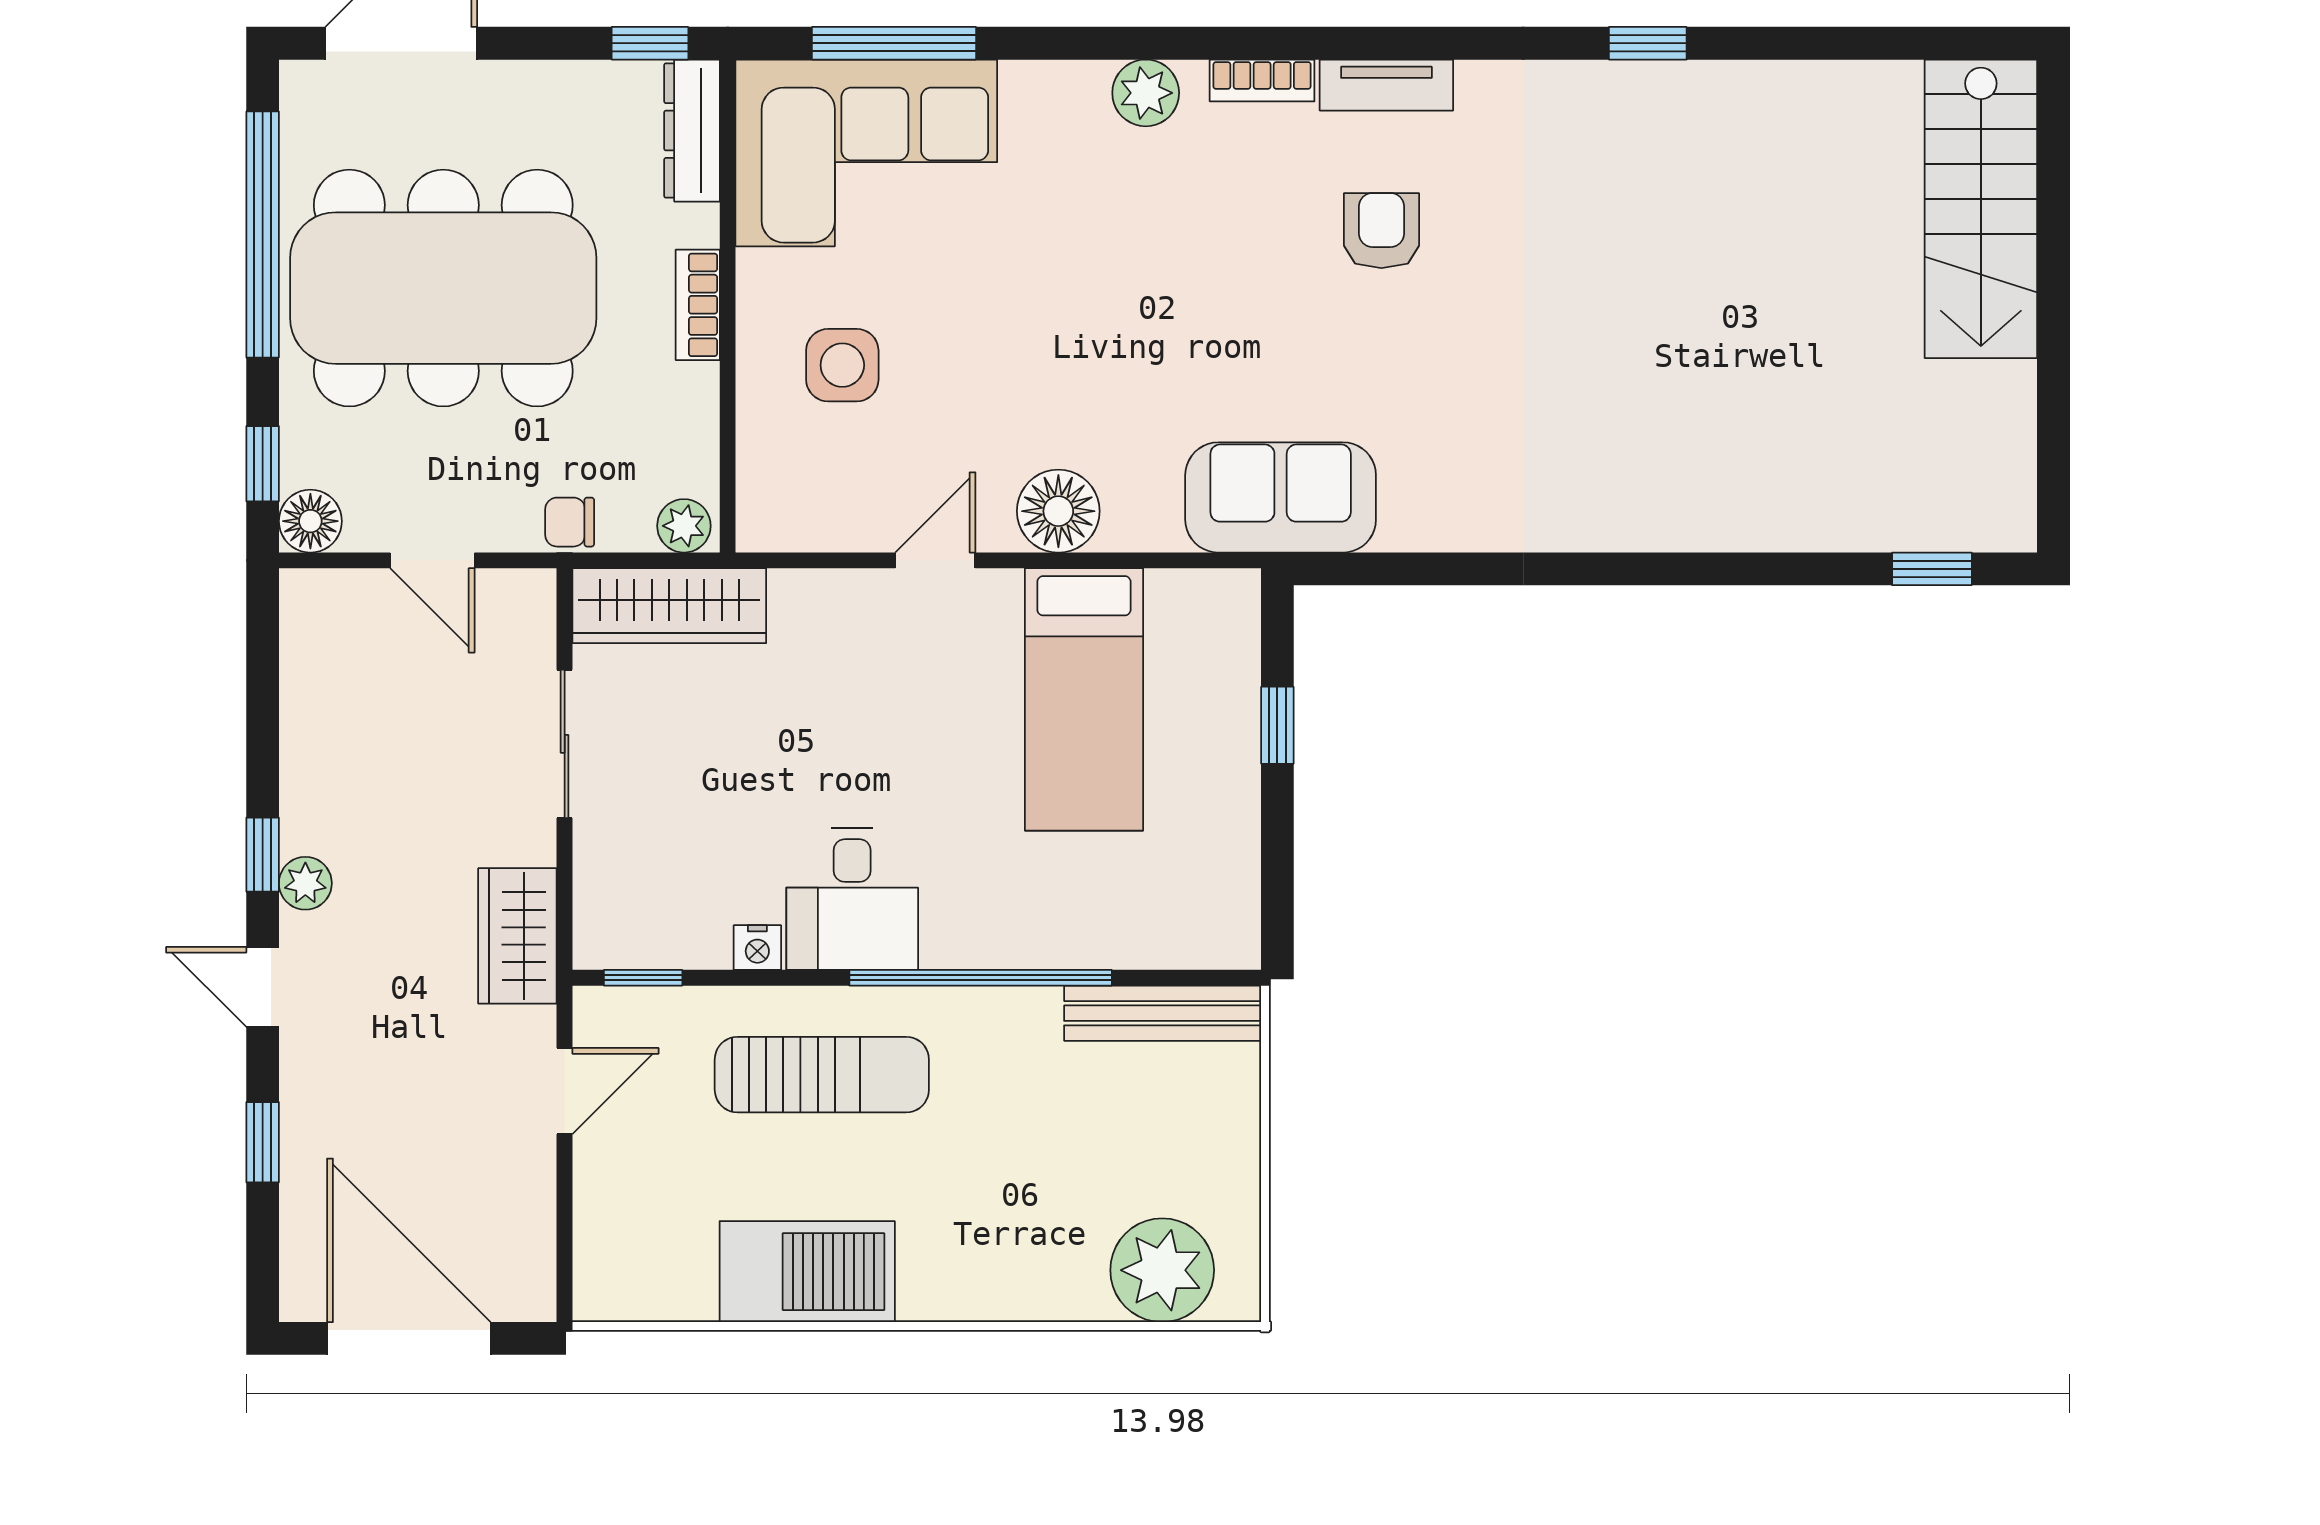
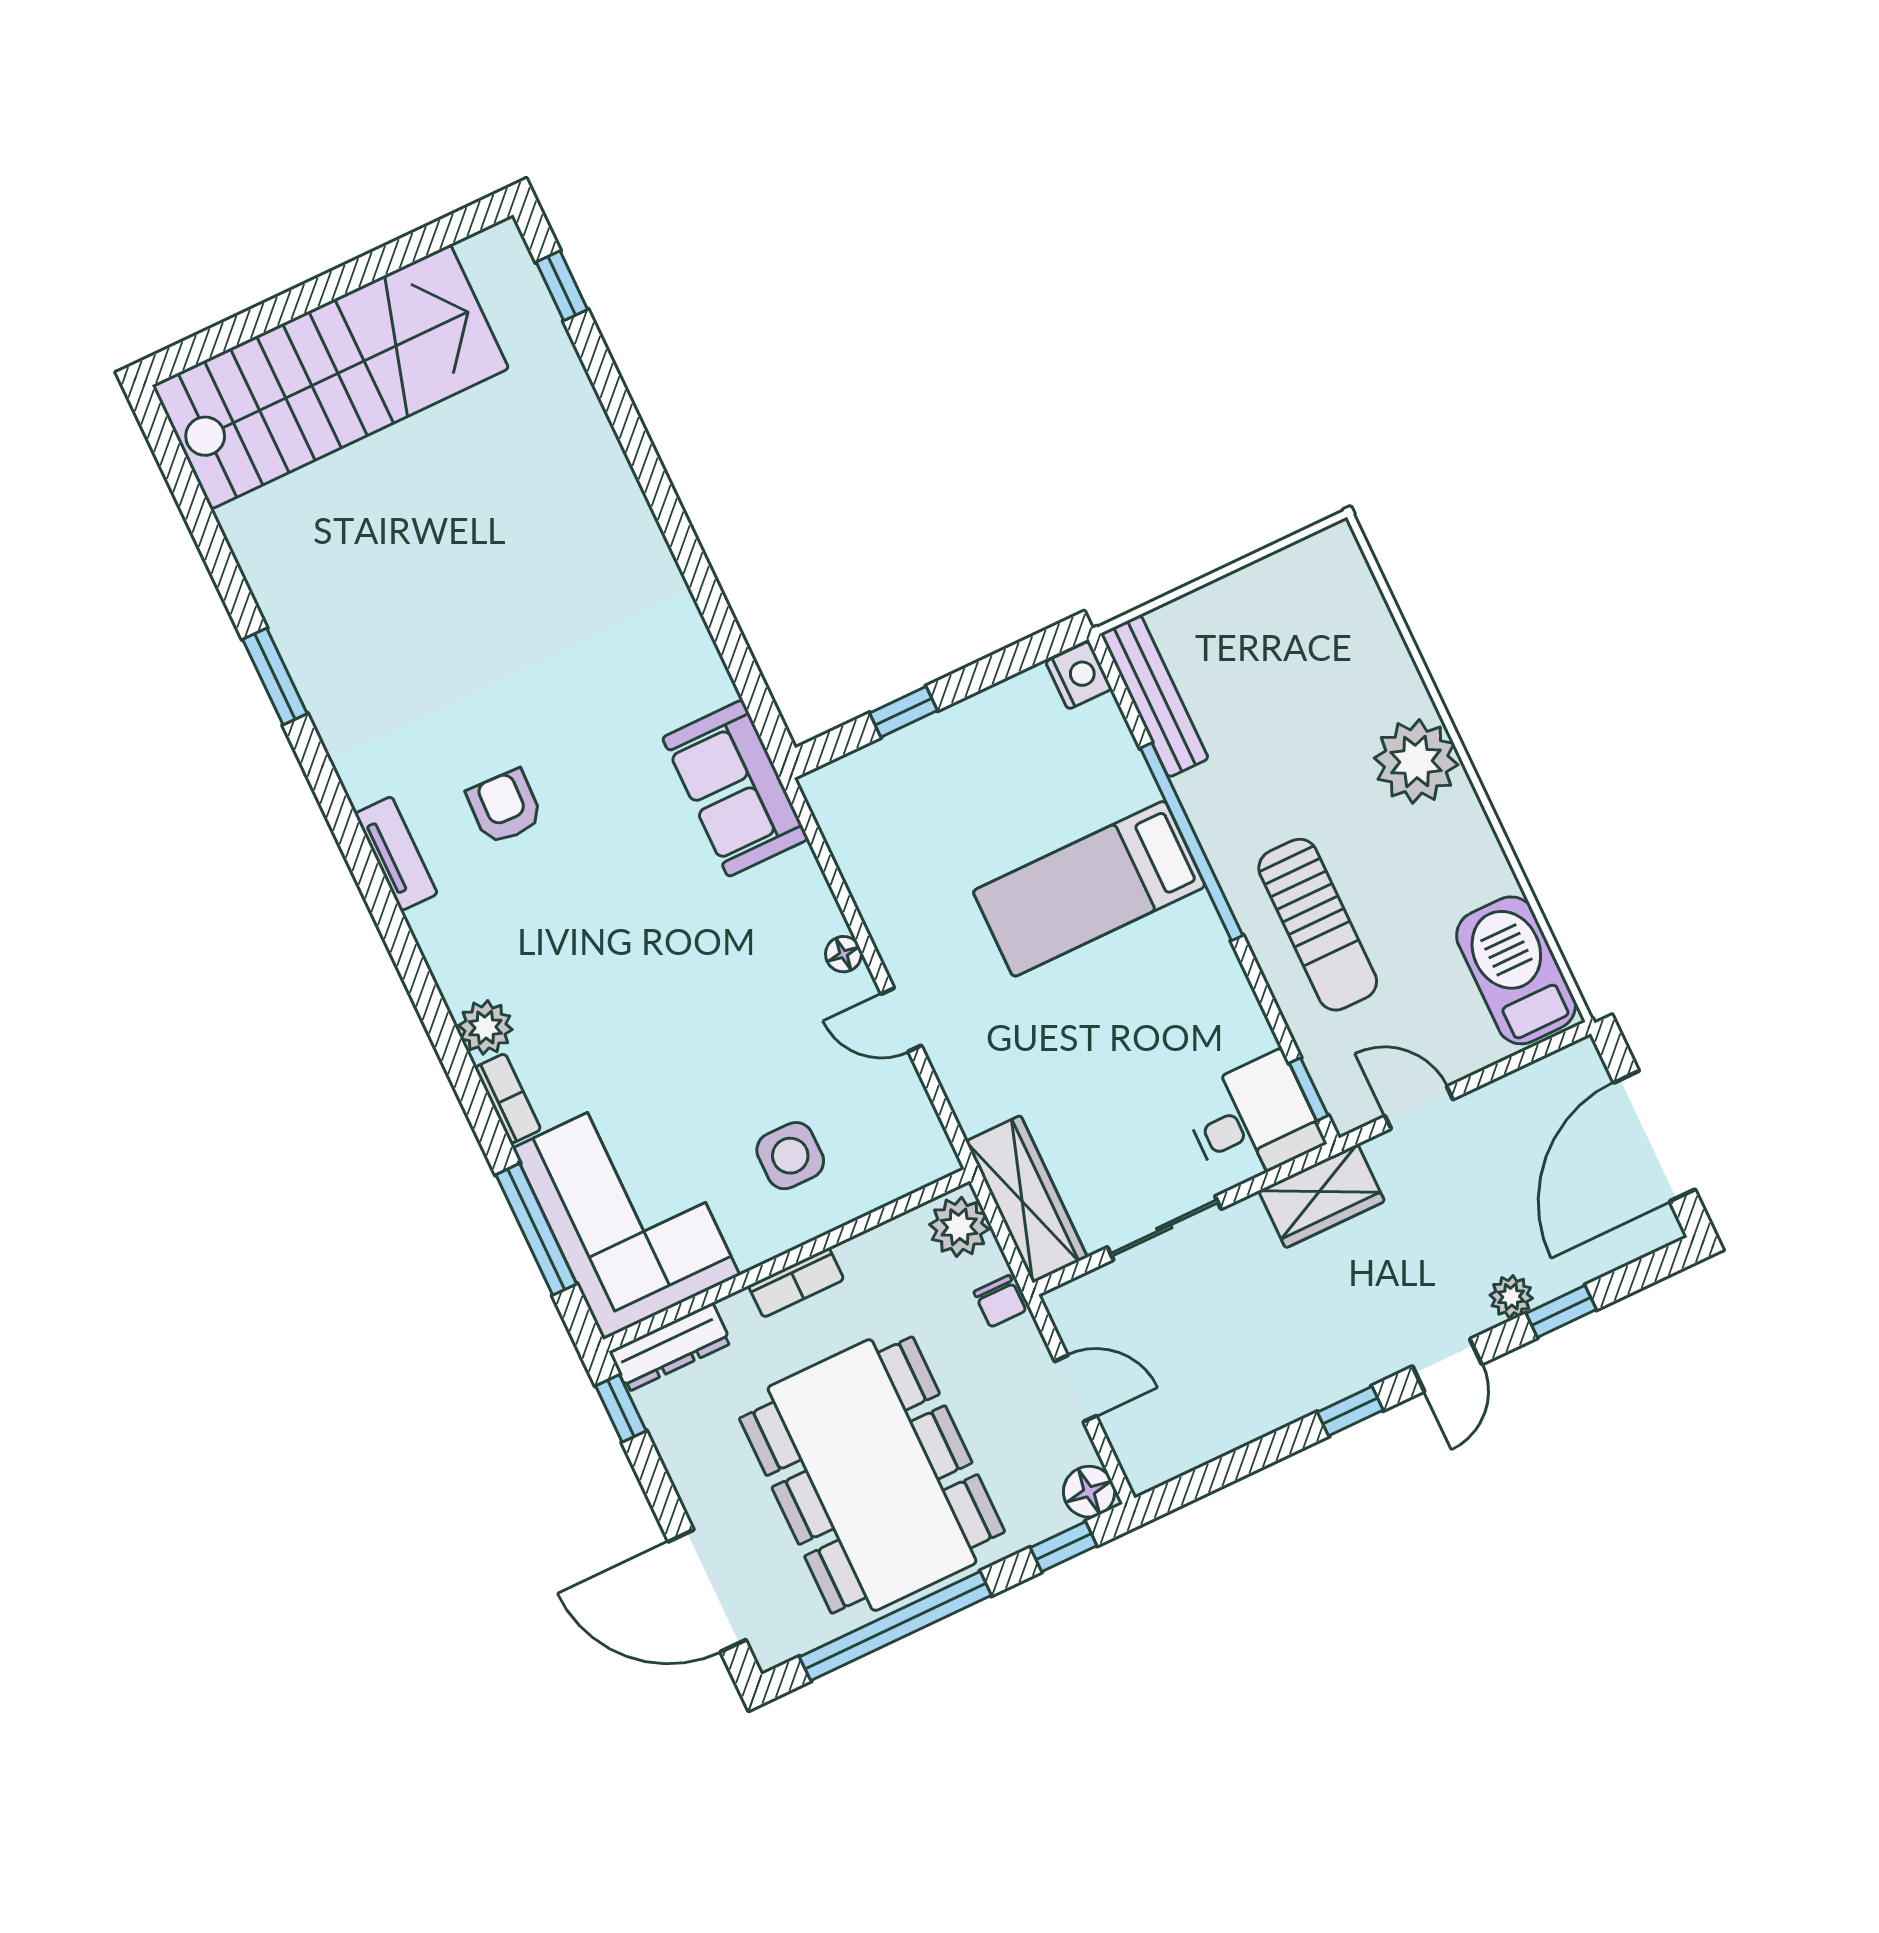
window: (1648, 43) -> (275, 677), width x1.50
bookcase: (1262, 80) -> (508, 1099), moved
stairs: (1981, 209) -> (331, 377), width x1.36, depth x1.51
armchair: (1381, 231) -> (505, 807), turned 92
floor lamp: (1058, 511) -> (843, 954), width x0.53, depth x0.53
plant: (684, 526) -> (959, 1227), width x1.38, depth x1.38
door: (432, 560) -> (1076, 1389), hinge flipped
bed: (1084, 699) -> (1089, 889), moved, turned 180
plant: (305, 883) -> (1511, 1297), moved
desk: (852, 899) -> (1252, 1120), moved
nightstand: (757, 948) -> (1079, 675), moved, width x1.39, depth x1.35
sun lounger: (822, 1075) -> (1318, 925), turned 180
plant: (1162, 1270) -> (1416, 761), moved
barbecue: (807, 1272) -> (1516, 970), moved

